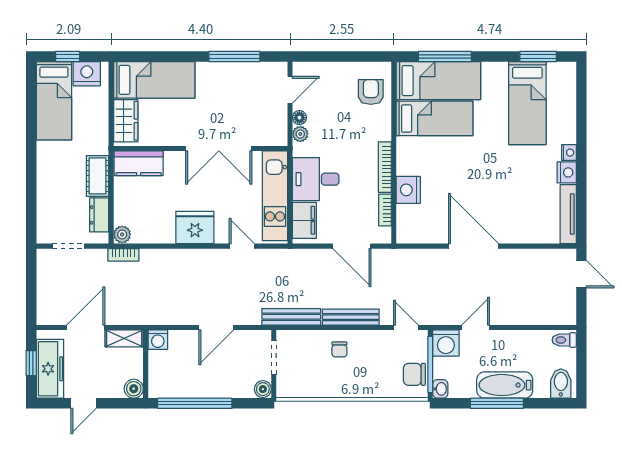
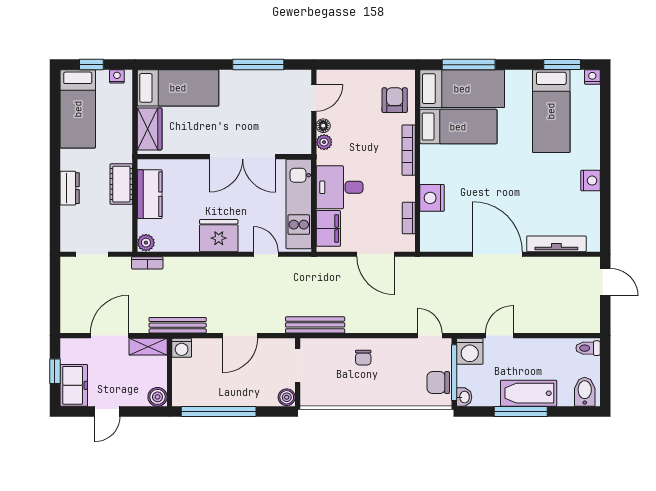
nightstand: (87, 74) -> (117, 76), width x0.53, depth x0.56
nightstand: (569, 153) -> (592, 77), moved, turned -90
kitchen counter: (139, 163) -> (150, 194), moved, turned -90
bookcase: (385, 167) -> (409, 150), moved
tv unit: (568, 214) -> (556, 244), moved, turned 90
dresser: (99, 215) -> (70, 188), moved, turned 180
bench: (351, 317) -> (178, 325), moved
freezer: (50, 369) -> (74, 385), width x0.71

